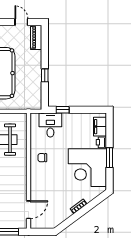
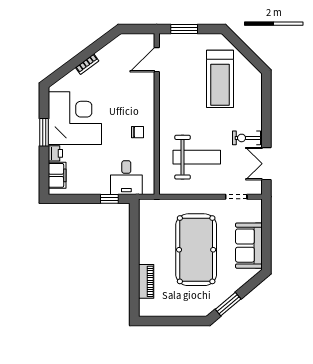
door: (21, 22) -> (167, 321), removed
piano: (36, 37) -> (146, 281), moved
window: (45, 75) -> (134, 247), removed

